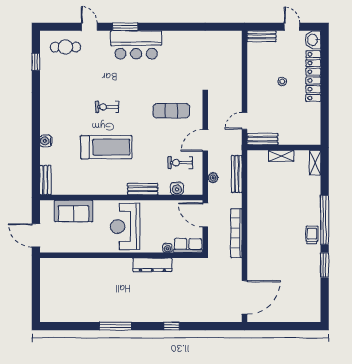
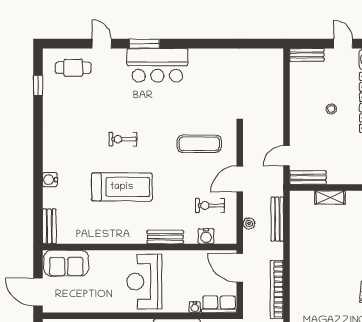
sofa: (74, 211) -> (66, 263), moved

